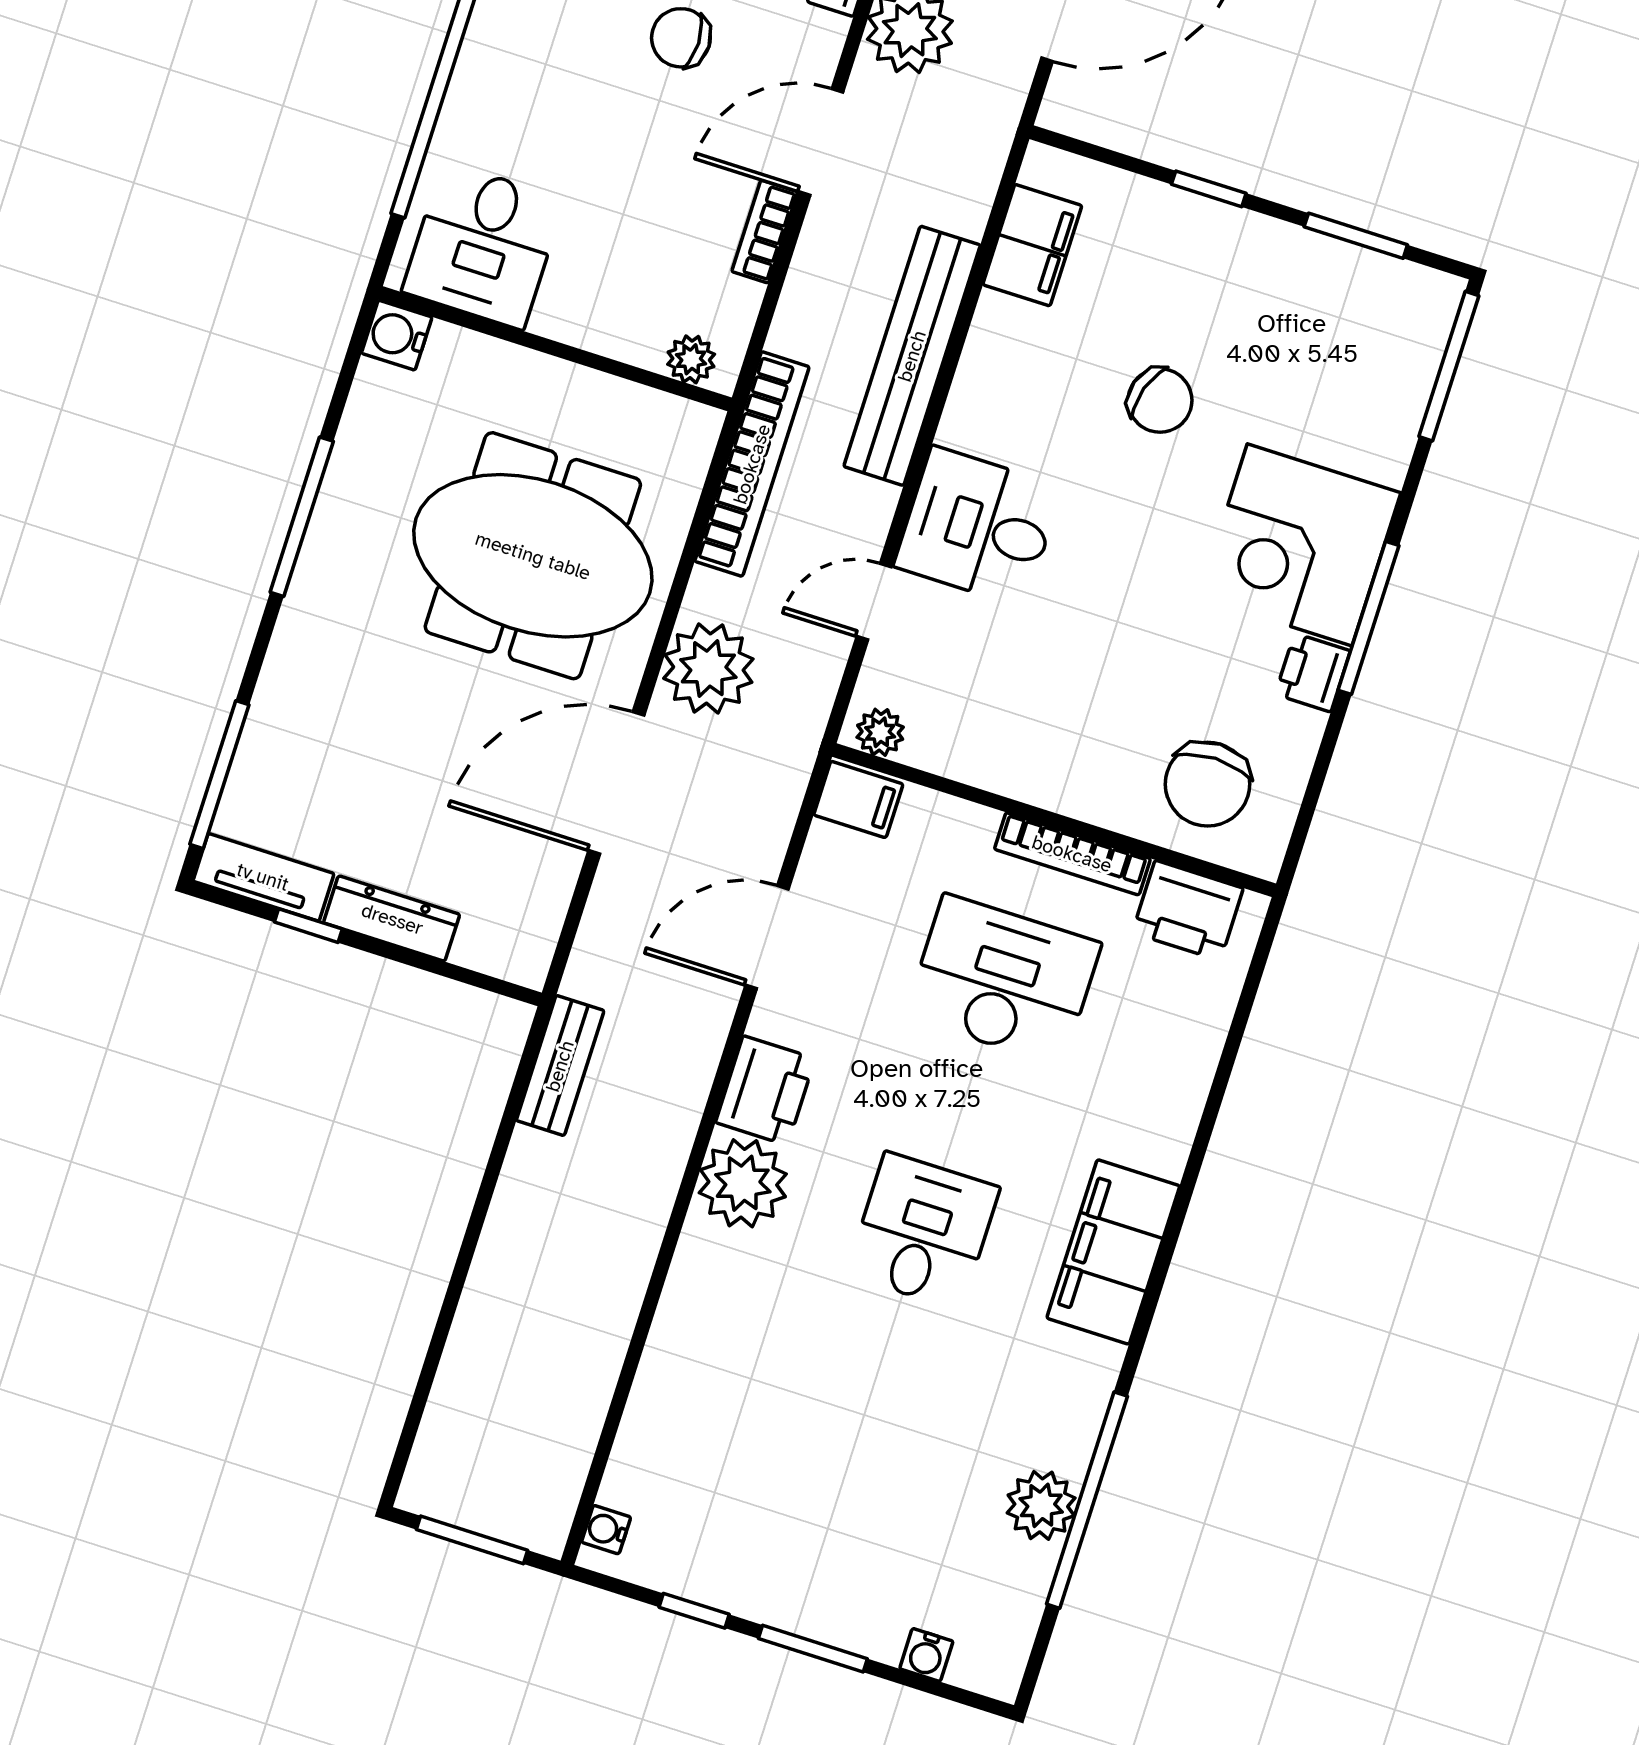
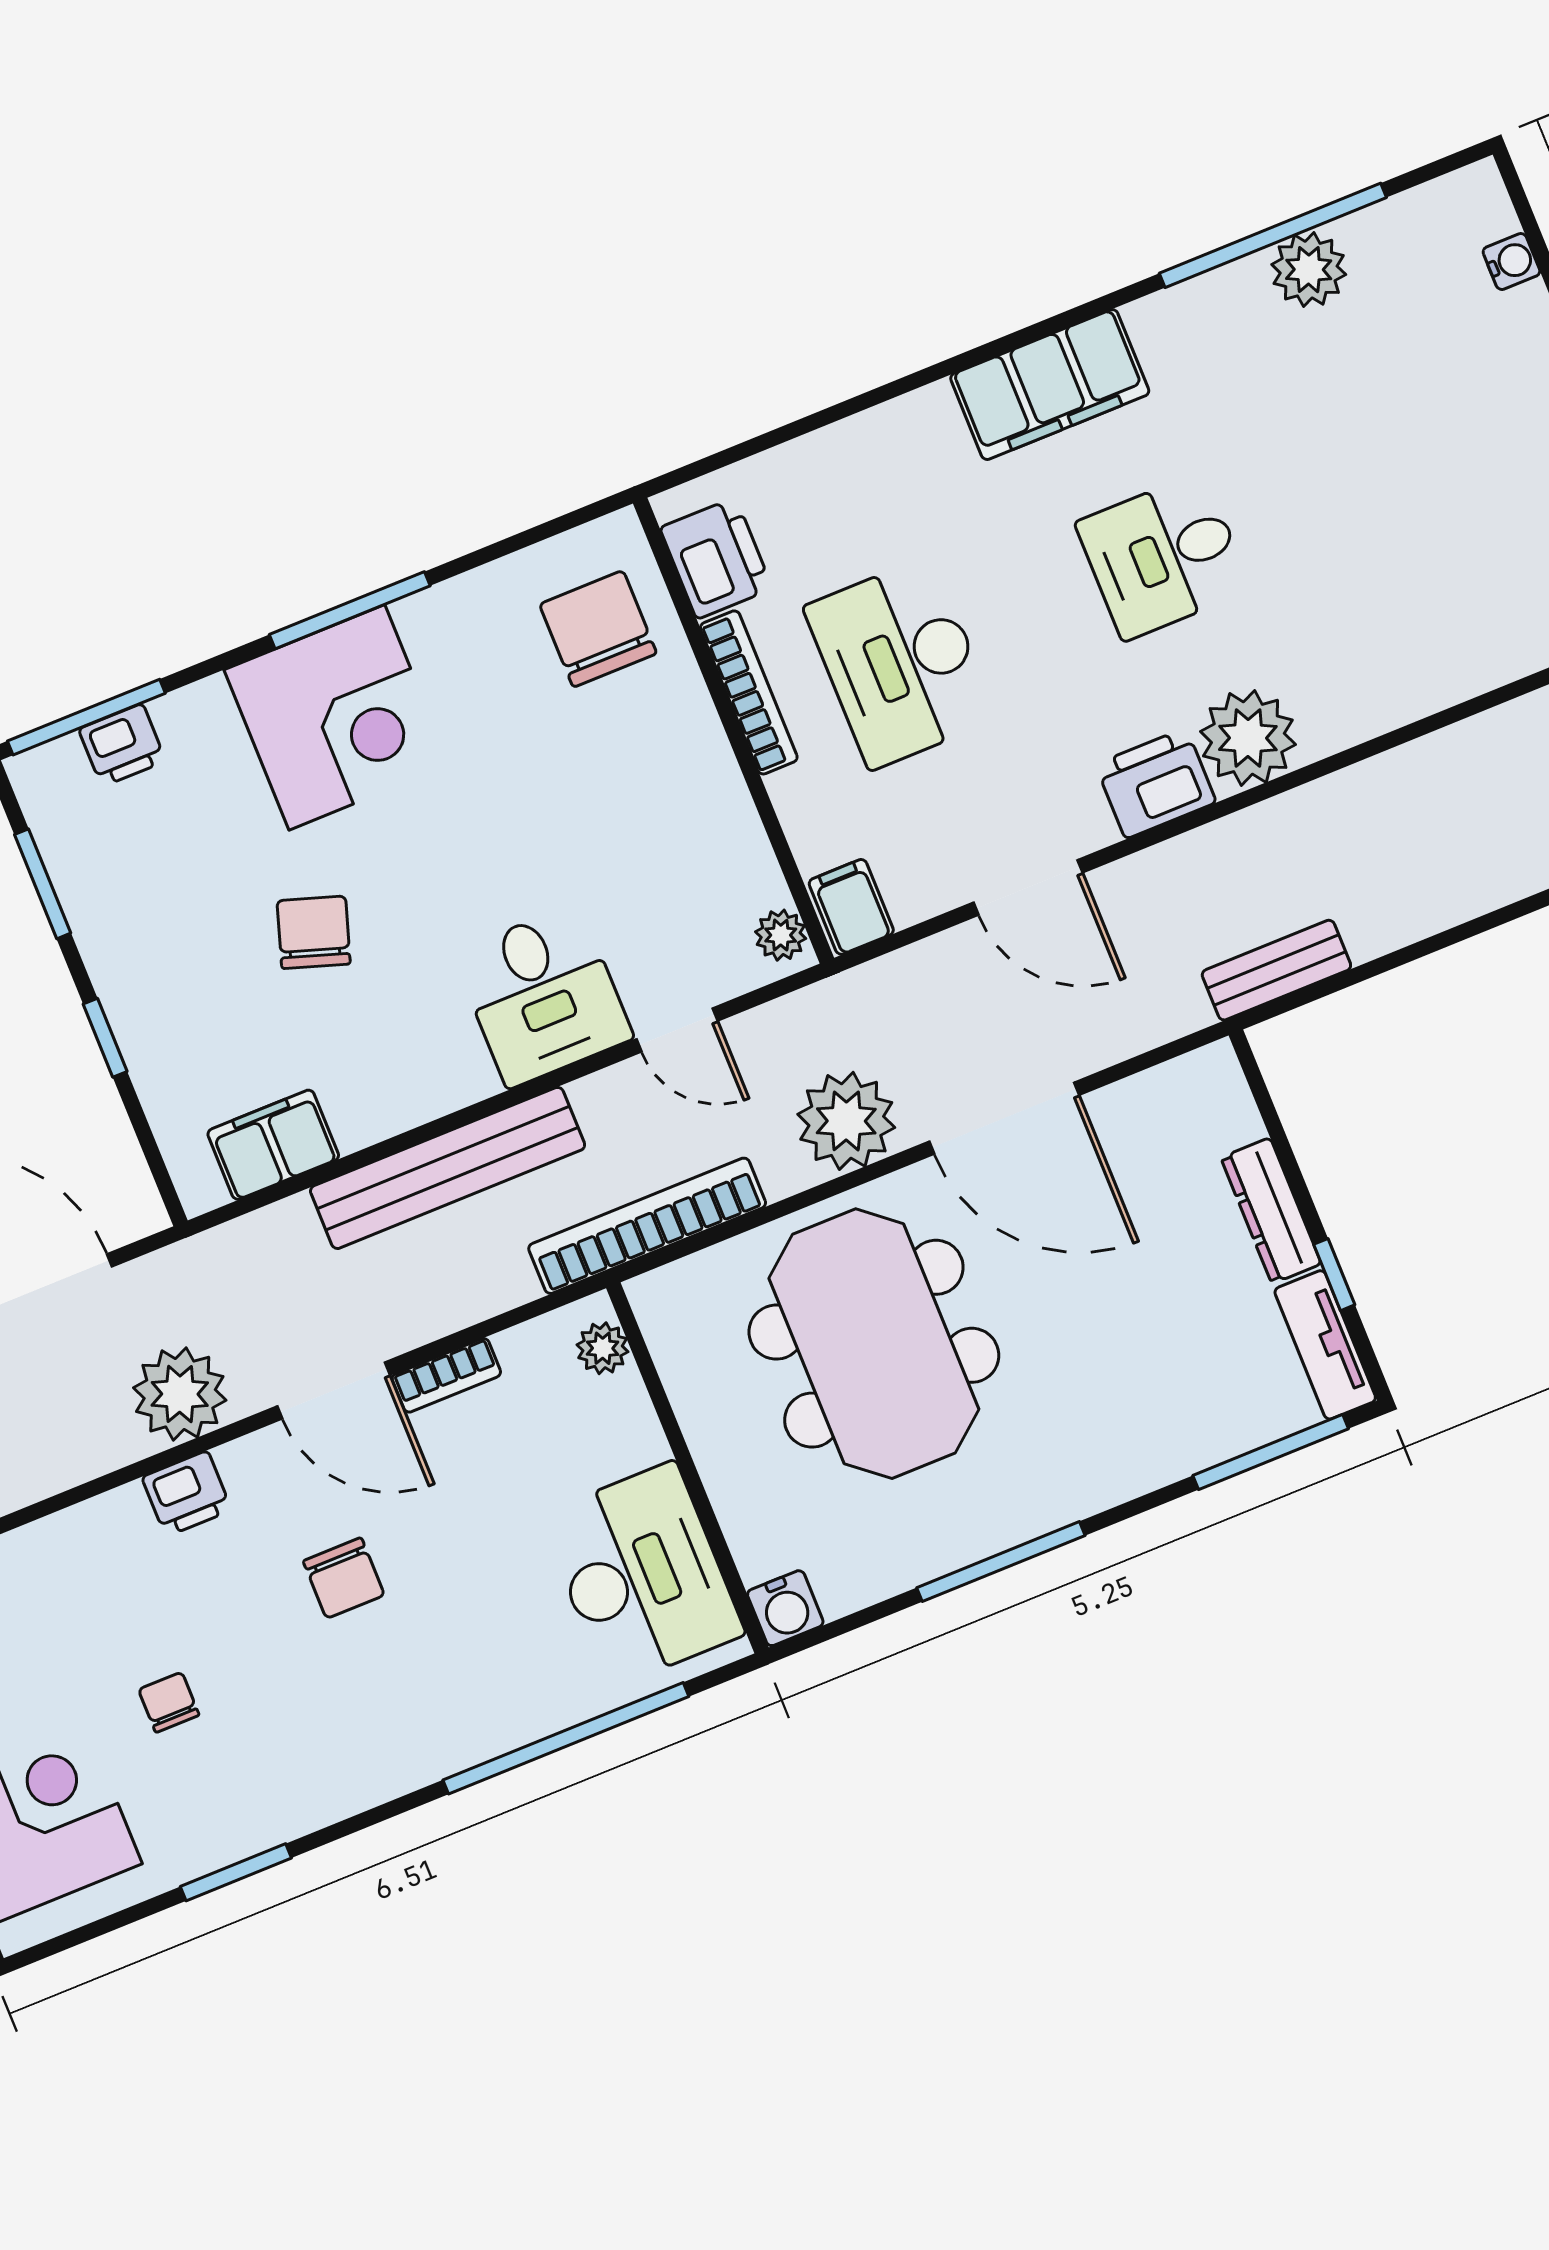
desk: (483, 245) -> (642, 1575), width x1.37
printer: (1313, 673) -> (122, 745), moved
chair: (1207, 784) -> (598, 629), turned -90

